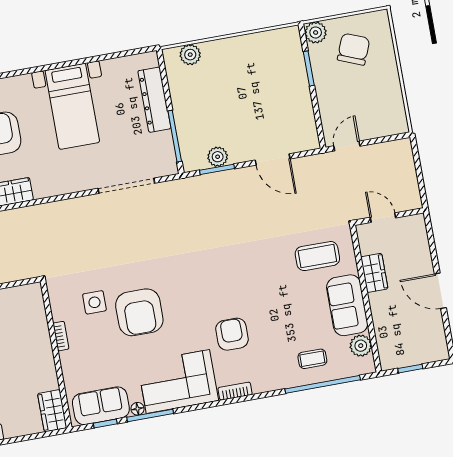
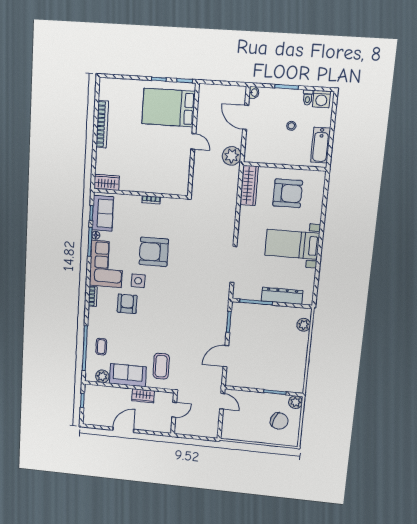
plant: (218, 157) -> (236, 324), removed
side table: (94, 302) -> (138, 281), moved
armchair: (232, 334) -> (127, 304), turned -90

